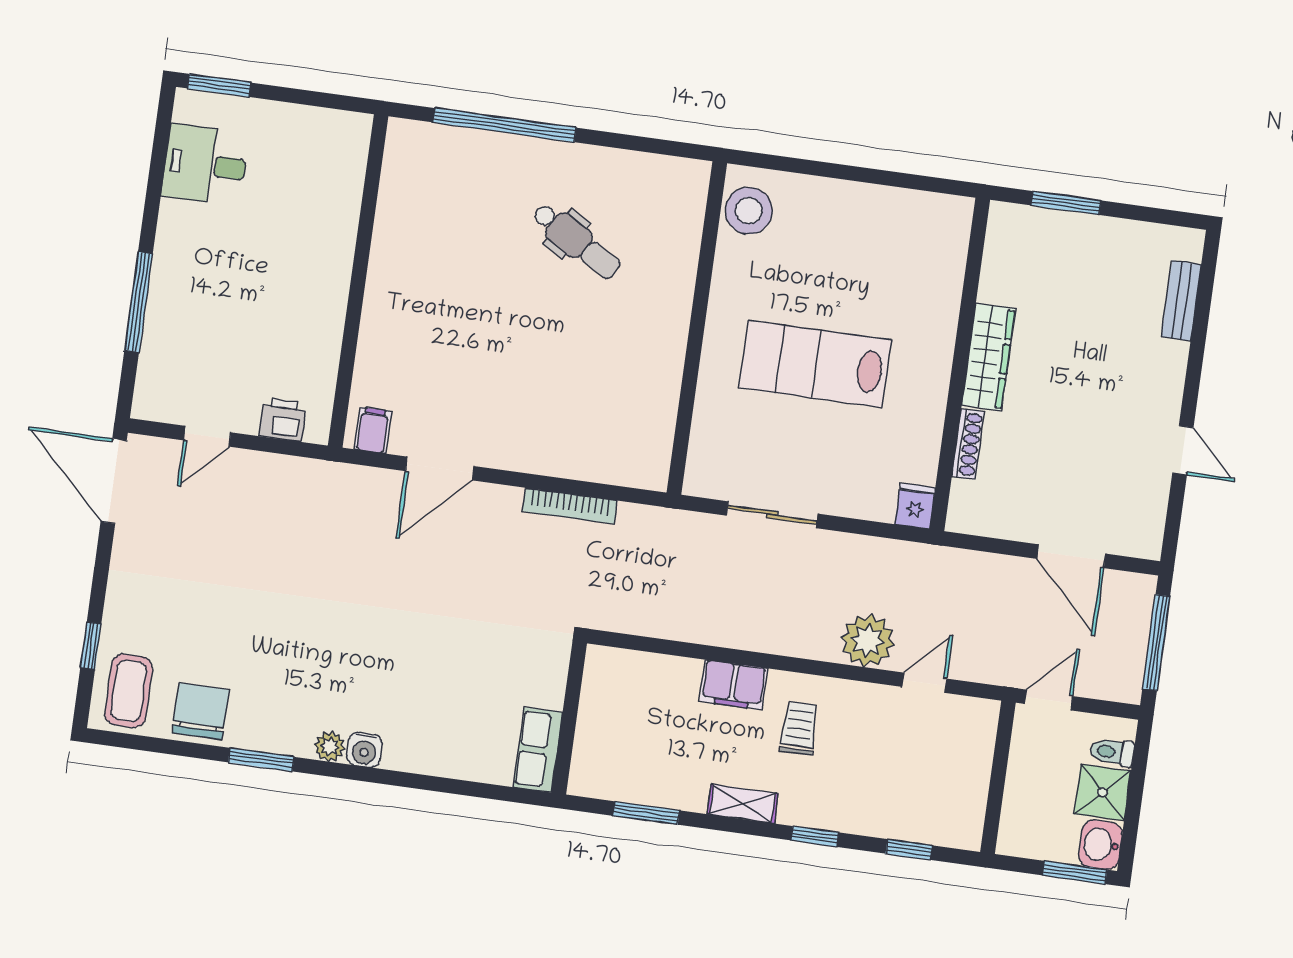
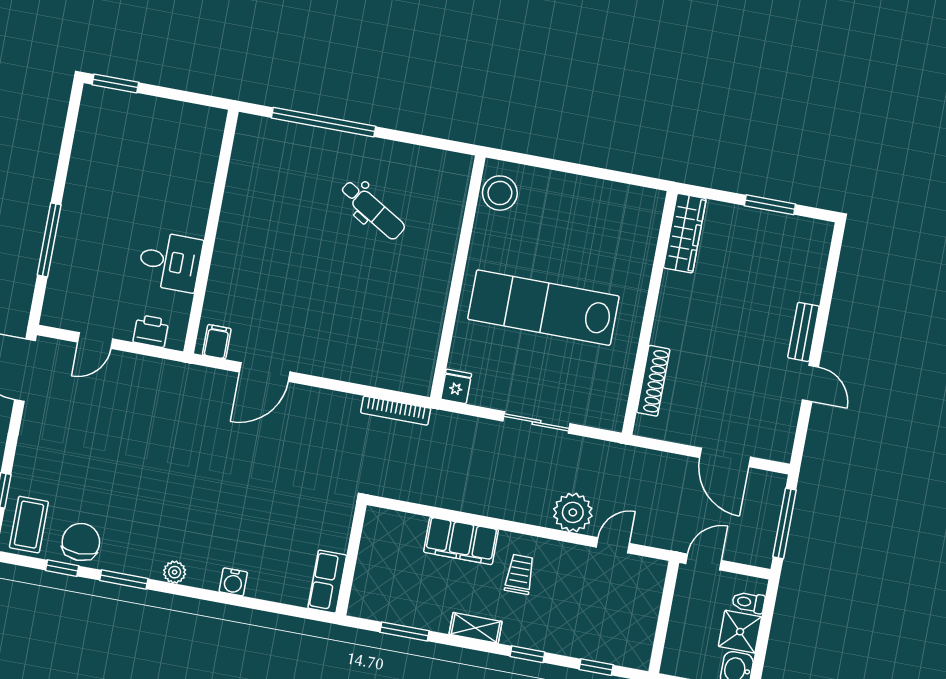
desk: (205, 165) -> (170, 262), moved, turned 180
window: (1066, 203) -> (770, 205), moved
bench: (1181, 301) -> (803, 332), moved
wardrobe: (988, 357) -> (685, 233), moved
lab bench: (815, 364) -> (543, 308), width x1.36
shoe rack: (968, 444) -> (653, 381), width x1.36, depth x1.24
bookcase: (570, 506) -> (396, 411), moved
fridge: (915, 506) -> (456, 386), moved
sliding door: (772, 515) -> (536, 422), moved
filing cabinet: (734, 685) -> (461, 541), width x1.50, depth x1.17
window: (177, 748) -> (62, 568), added
water cooler: (364, 750) -> (233, 582), moved

